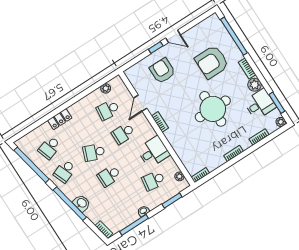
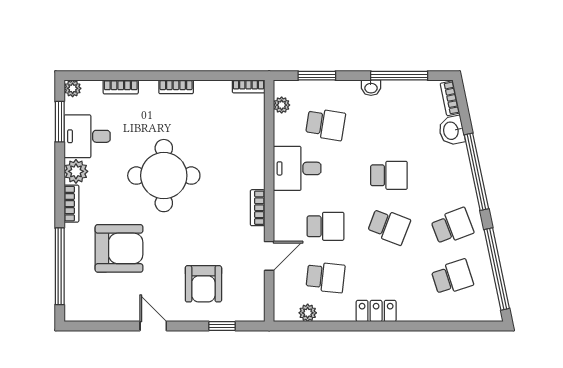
window: (156, 47) -> (222, 326), moved
locker: (60, 119) -> (376, 311), moved
washbasin: (82, 203) -> (452, 131), moved

